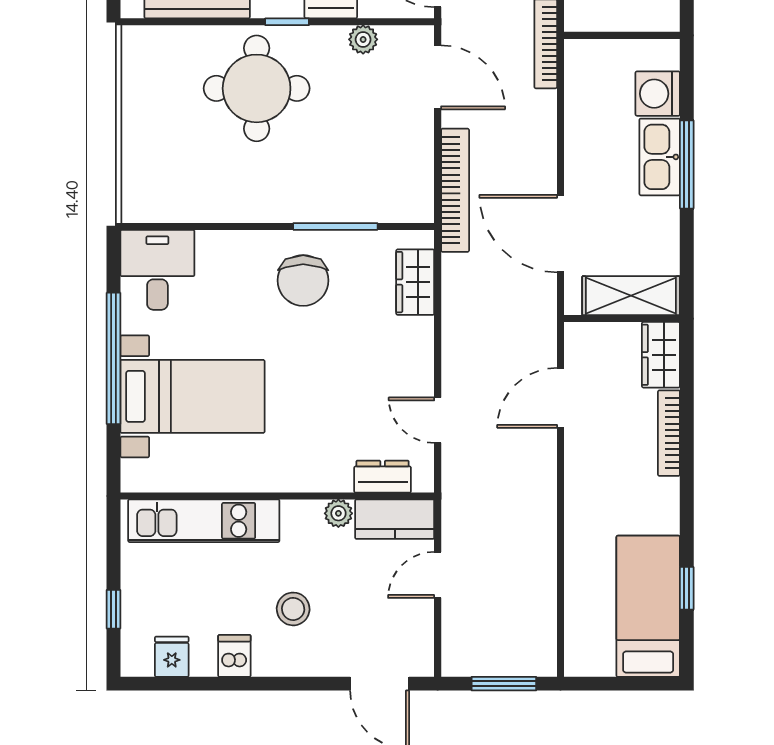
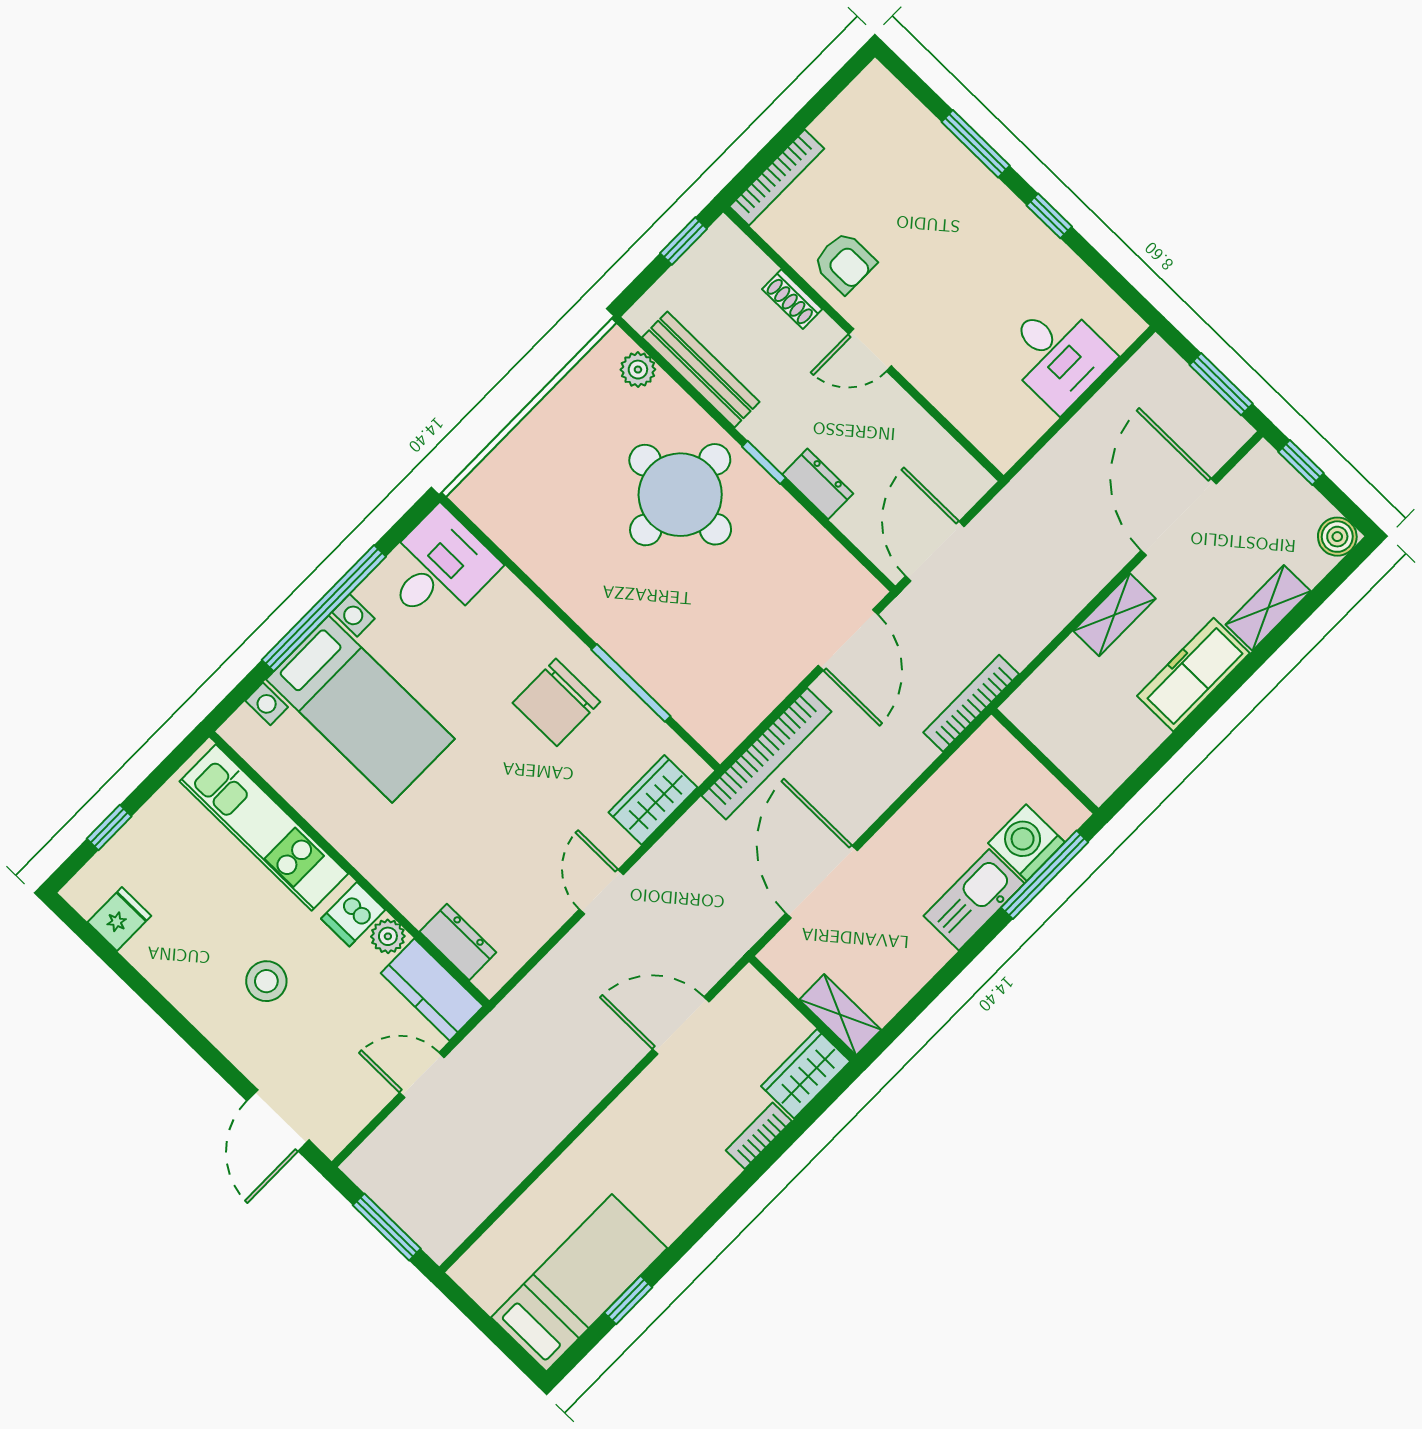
plant: (363, 39) -> (638, 370), moved
window: (687, 164) -> (1045, 875), moved
shelving: (631, 296) -> (840, 1015), width x0.67, depth x0.75
door: (438, 420) -> (601, 892), moved
bookcase: (669, 433) -> (759, 1136), width x0.64
dishwasher: (234, 656) -> (353, 914), moved, turned 180

